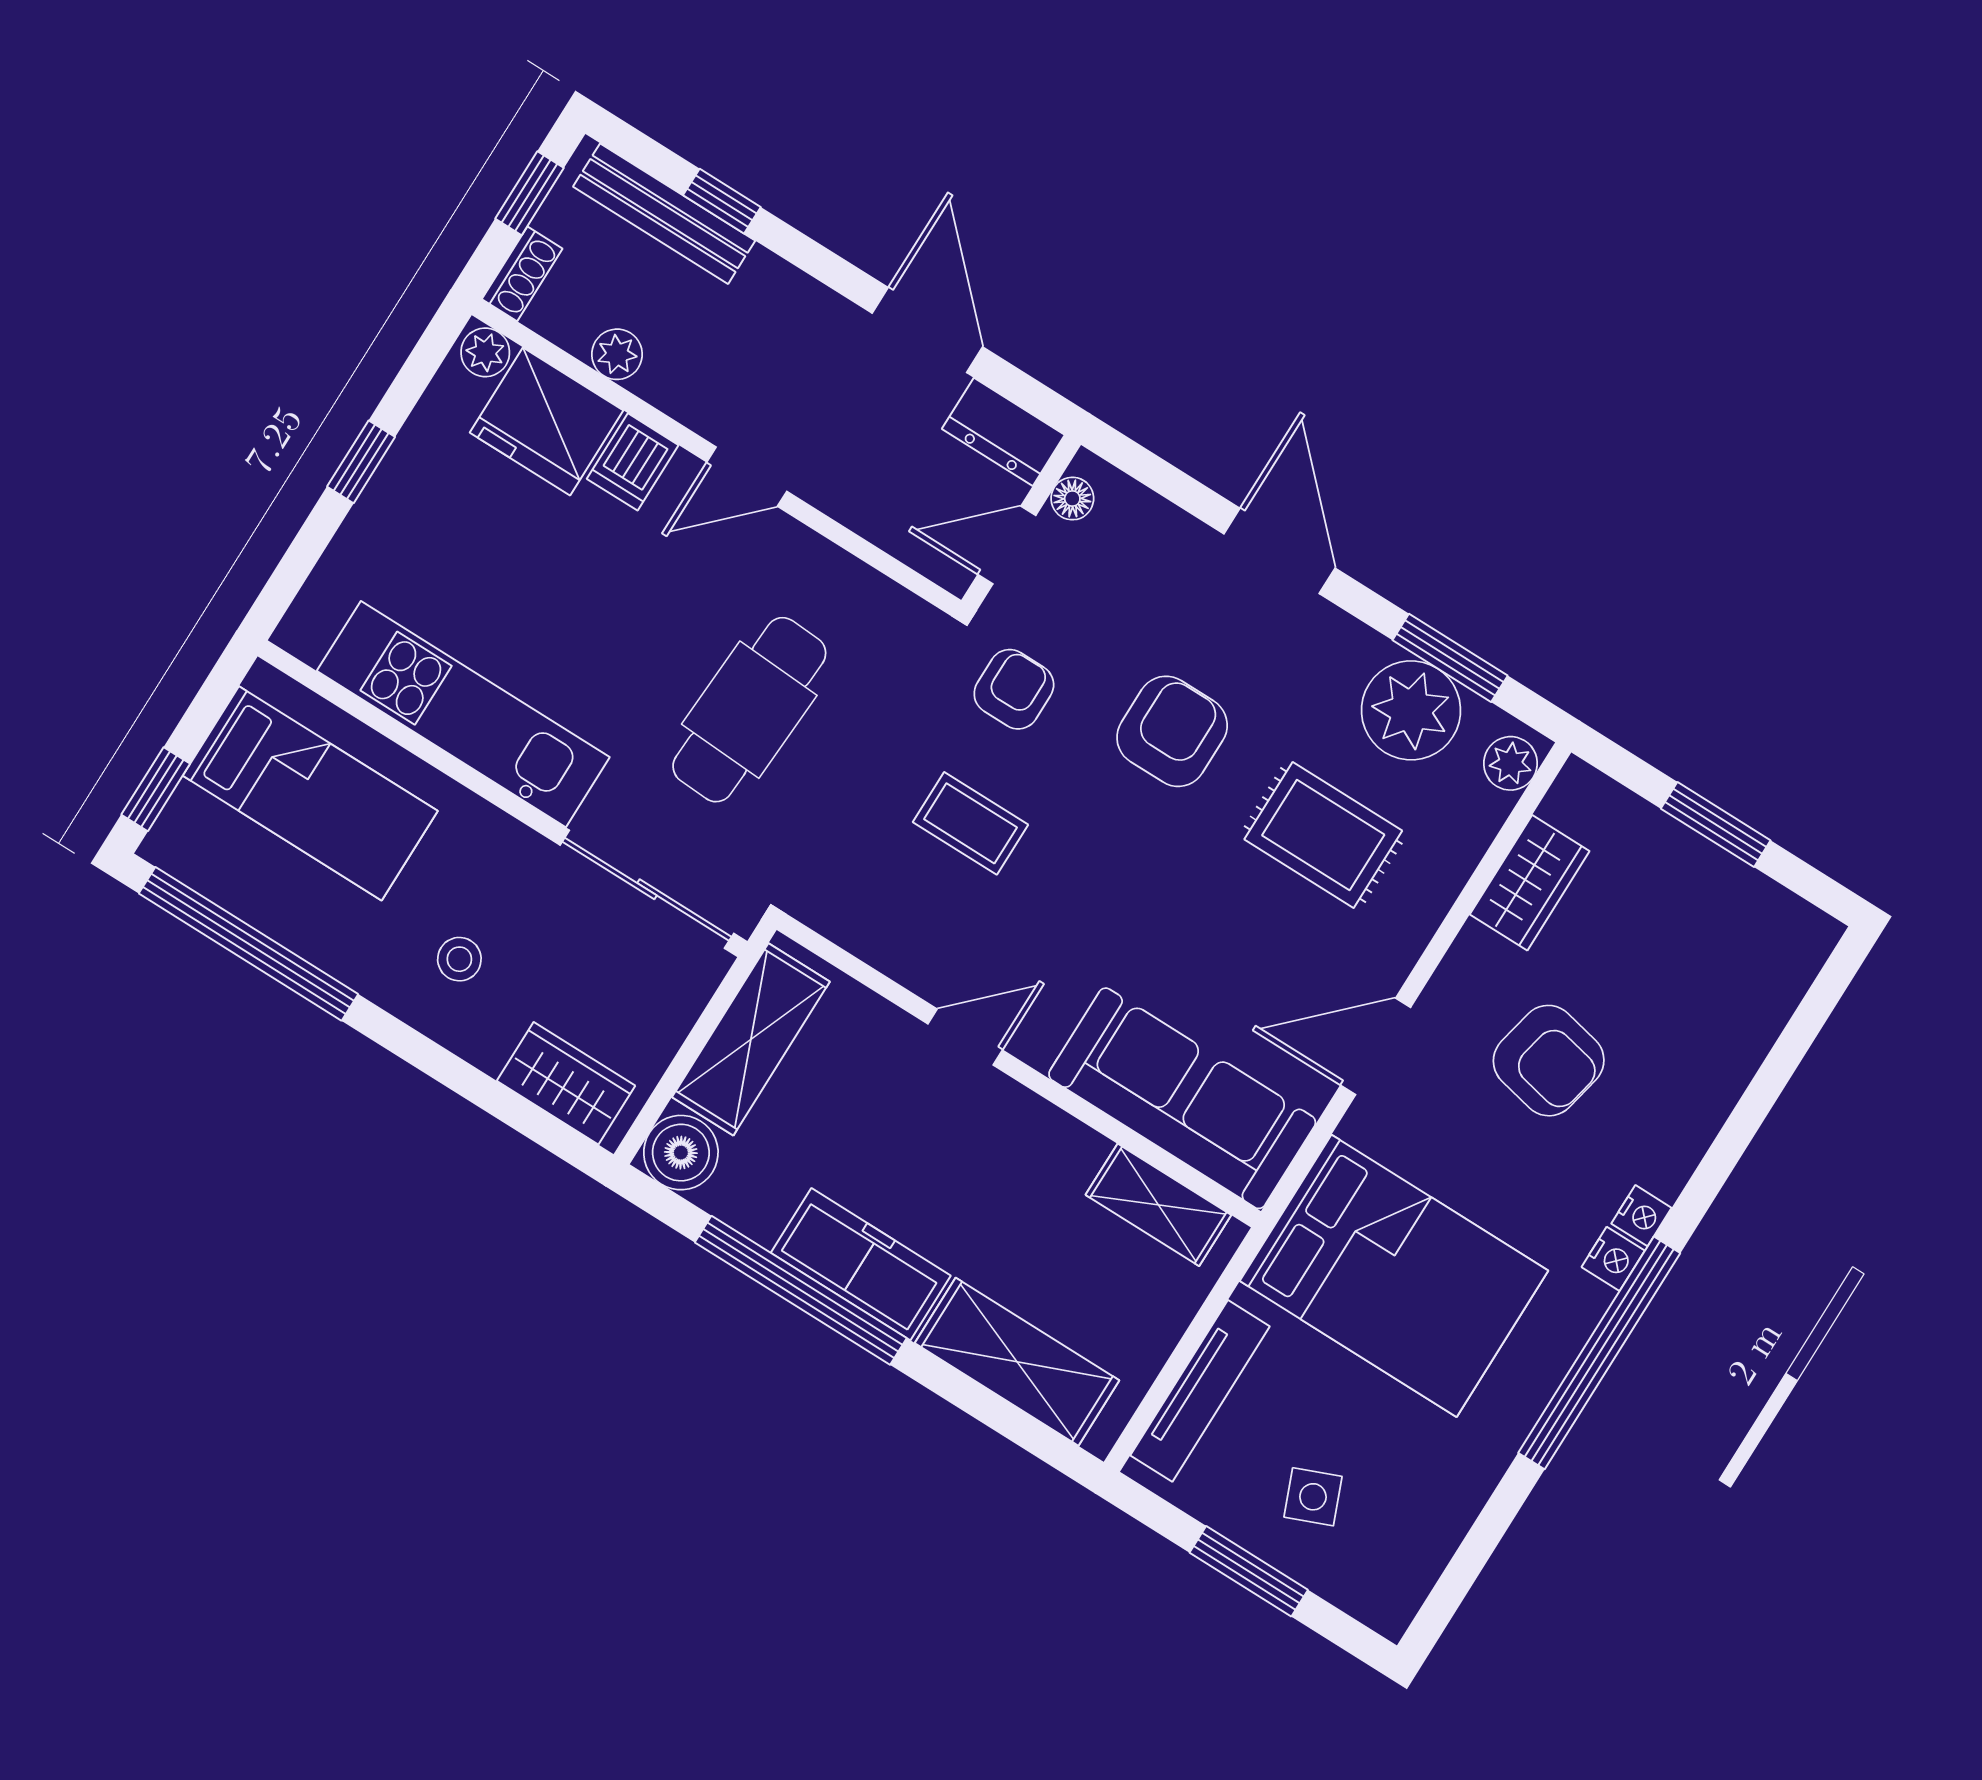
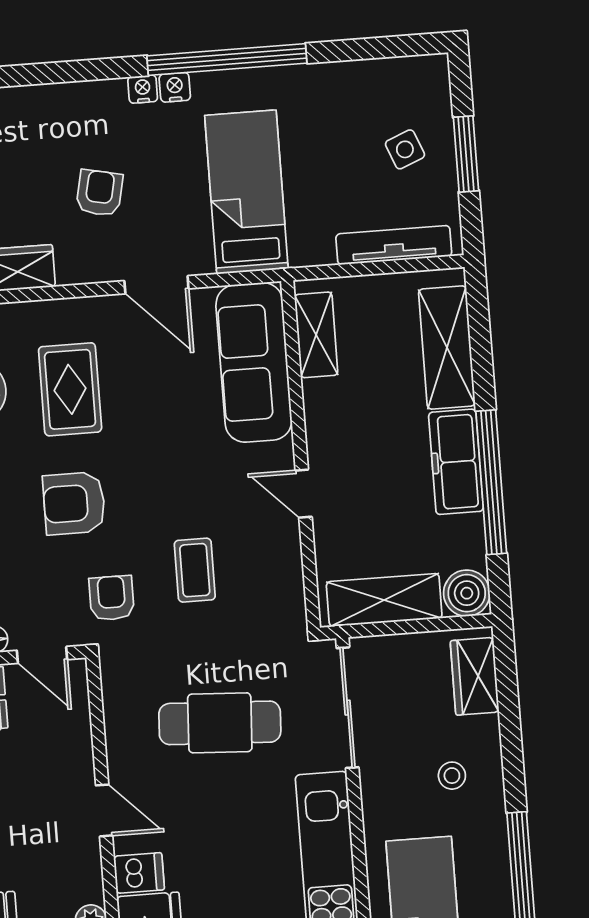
armchair: (1014, 689) -> (112, 598), turned 90
armchair: (1549, 1061) -> (99, 193), width x0.72, depth x0.72
bed: (1394, 1276) -> (246, 192), width x0.67

